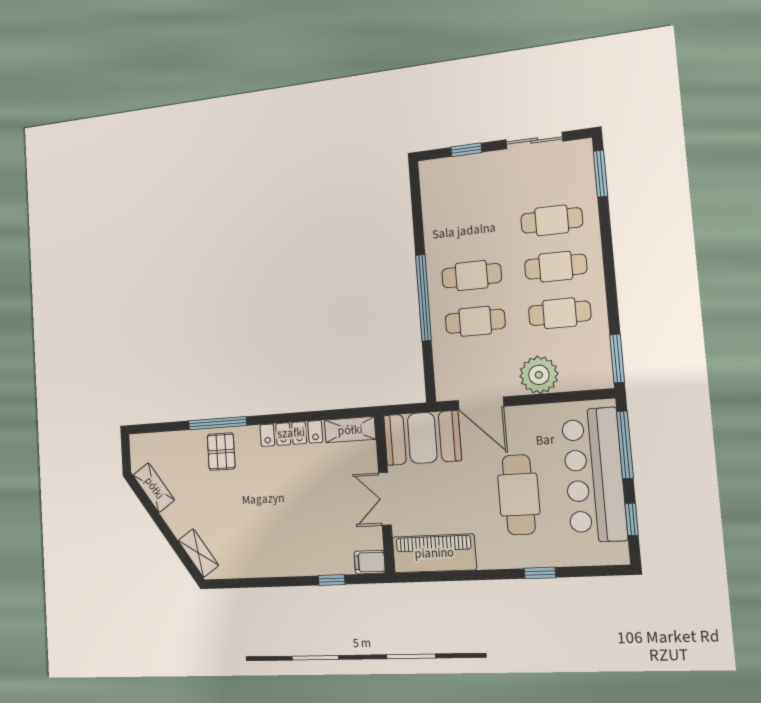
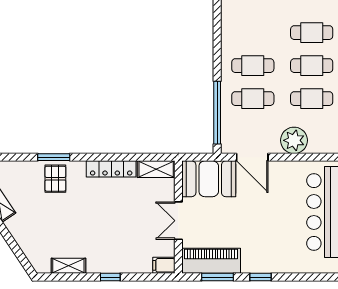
window: (423, 298) -> (217, 113), moved
window: (218, 423) -> (54, 157), width x0.69
cafe table: (519, 495) -> (273, 223), removed
shelving: (198, 553) -> (68, 266), moved, turned -56
window: (540, 573) -> (260, 277), moved
window: (445, 576) -> (217, 277), added
window: (332, 580) -> (110, 277), moved

